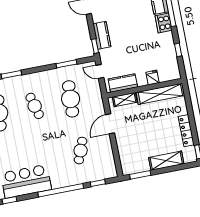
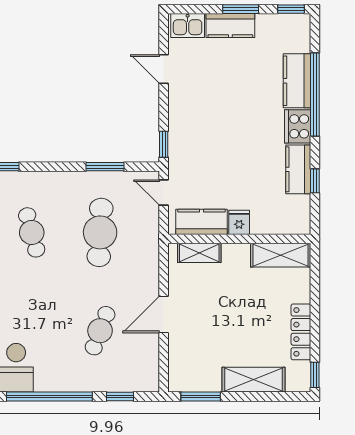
kitchen counter: (102, 35) -> (298, 169), moved, turned 180
fridge: (153, 78) -> (239, 222), moved
shelving: (160, 94) -> (281, 255), width x0.68
door: (110, 124) -> (164, 314), moved

